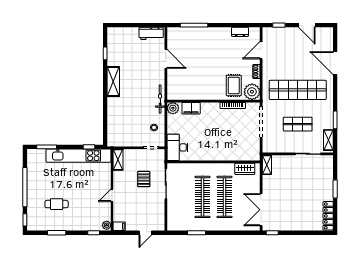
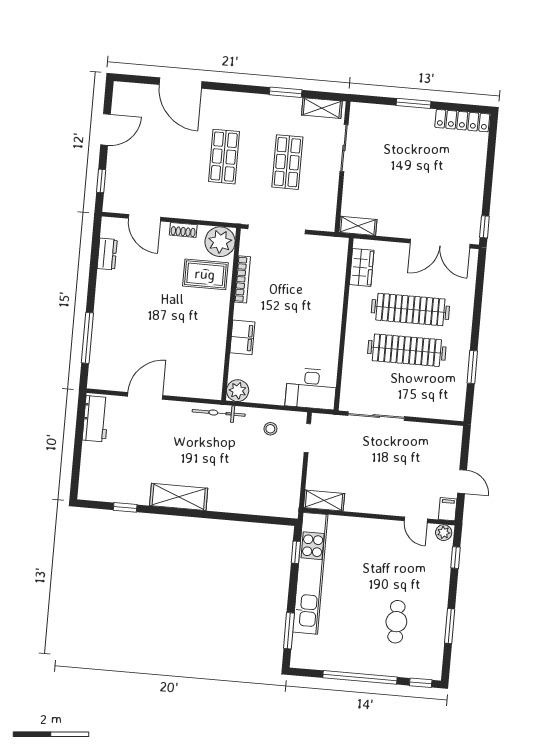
door: (335, 63) -> (180, 83), hinge flipped
shop shelf: (298, 90) -> (224, 157), width x0.50, depth x0.74
filing cabinet: (191, 108) -> (242, 337), moved
pallet: (144, 179) -> (364, 456), removed
door: (112, 195) -> (416, 520), moved
door: (145, 233) -> (462, 482), moved

